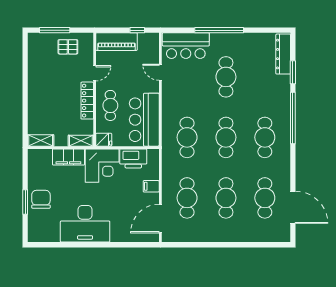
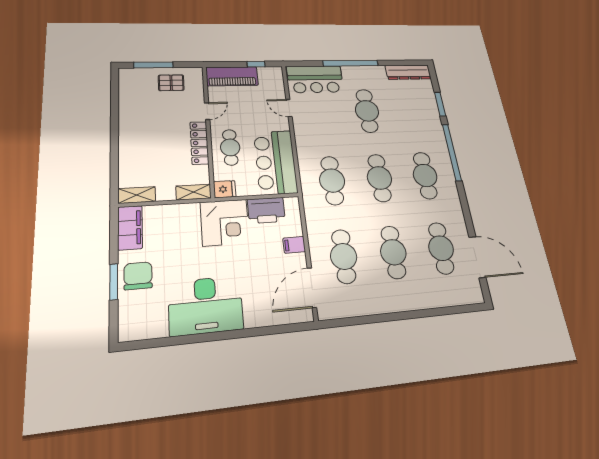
dresser: (283, 54) -> (408, 72), moved, turned -90
filing cabinet: (68, 157) -> (130, 228), moved, turned -90

